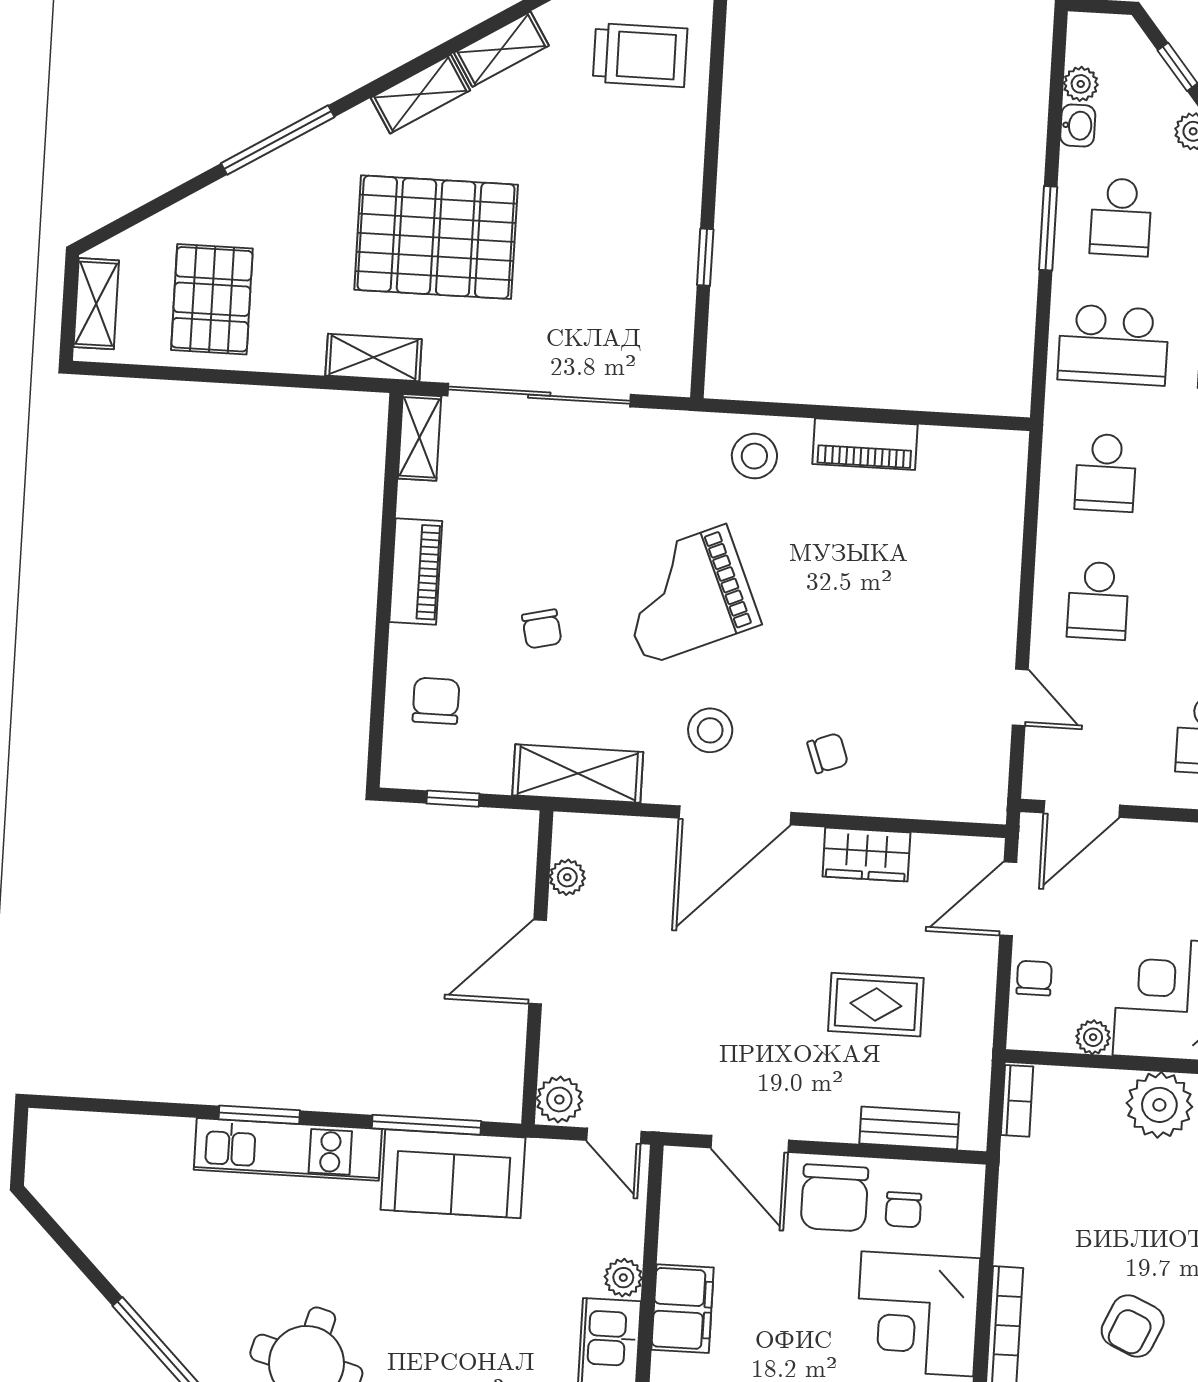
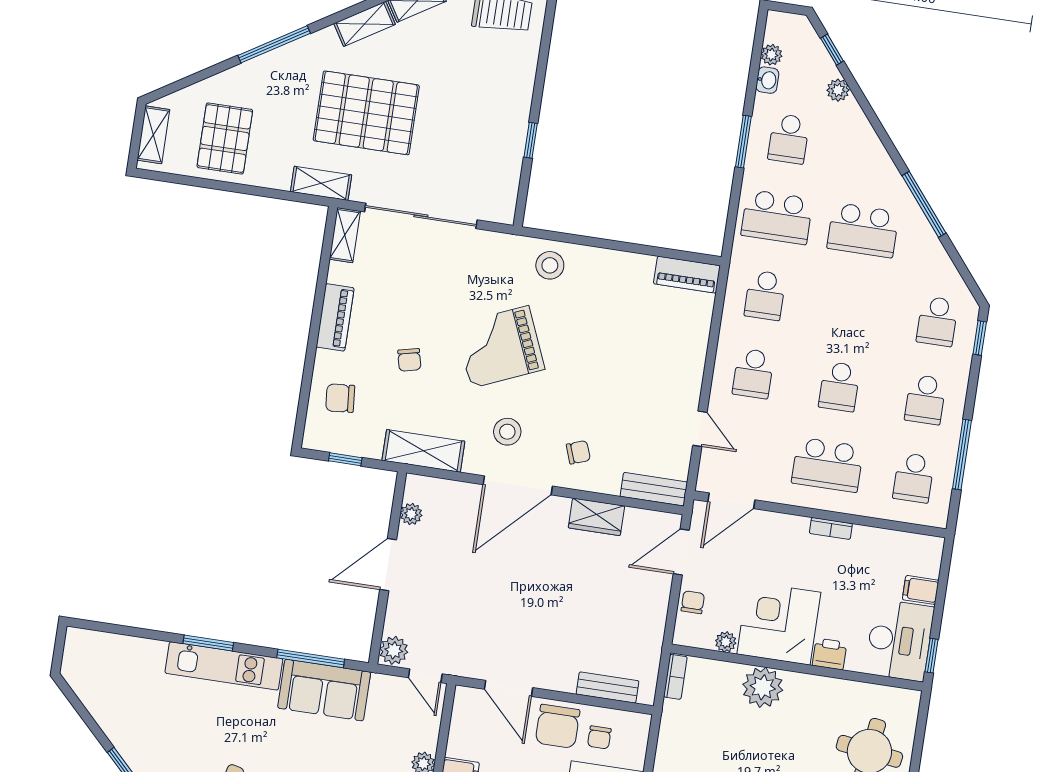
piano: (865, 444) -> (687, 275), moved
chair: (436, 701) -> (340, 398), turned -95
bench: (955, 802) -> (654, 489), added
rug: (876, 1005) -> (594, 610), removed

